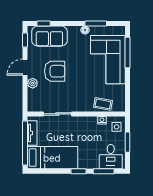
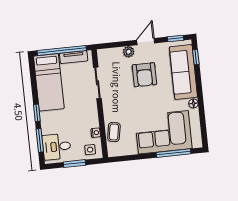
window: (96, 23) -> (202, 115), removed
sofa: (49, 36) -> (183, 72), width x1.36
door: (25, 67) -> (146, 42), hinge flipped

